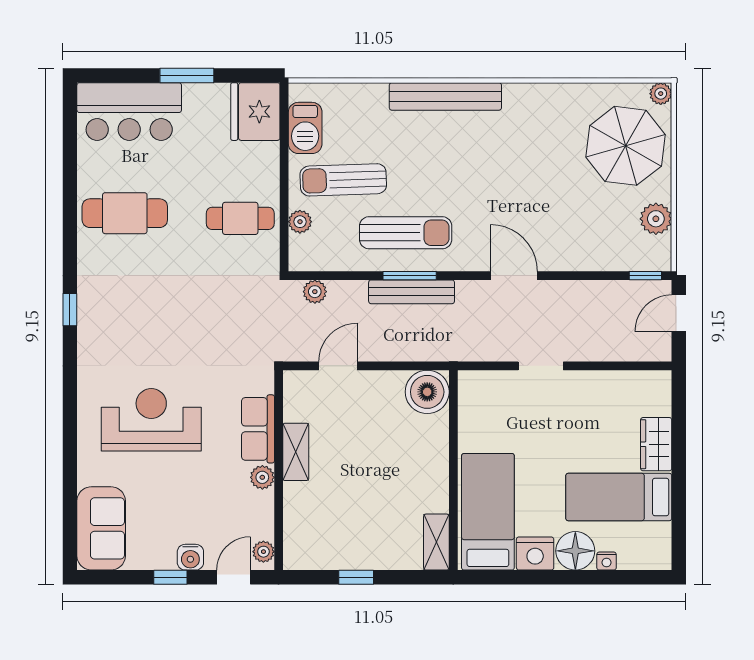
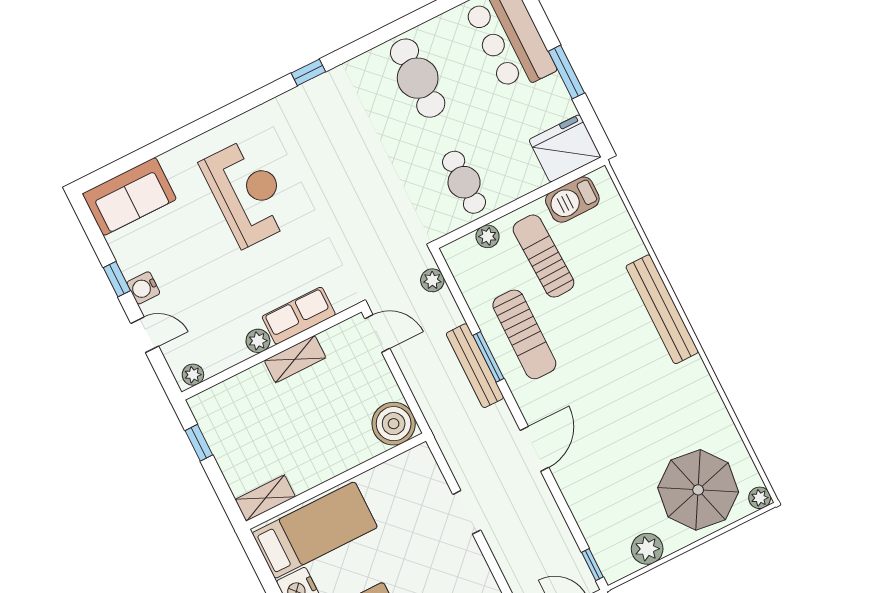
row of seats: (258, 429) -> (299, 316), moved
shelving: (296, 452) -> (295, 359), moved
wall: (279, 470) -> (271, 352), moved
plant: (262, 477) -> (258, 341), moved
plant: (263, 552) -> (193, 375), moved

